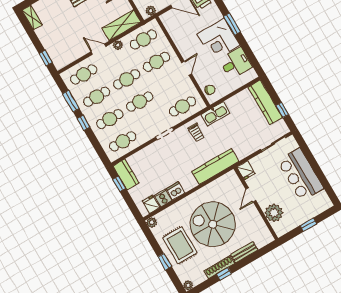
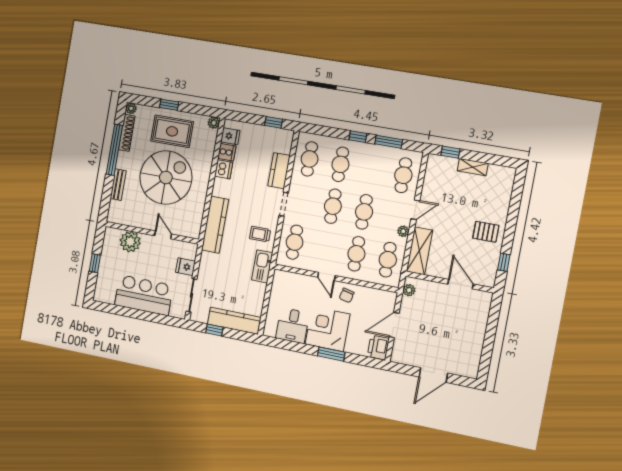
shelving: (32, 17) -> (473, 167), moved
chair: (210, 90) -> (347, 295), moved
cafe table: (97, 97) -> (372, 170), removed
fridge: (246, 170) -> (185, 267), moved
kitchen counter: (126, 174) -> (279, 171), moved, turned 90
shoe rack: (219, 267) -> (127, 133), moved
window: (224, 274) -> (114, 150), width x3.17

